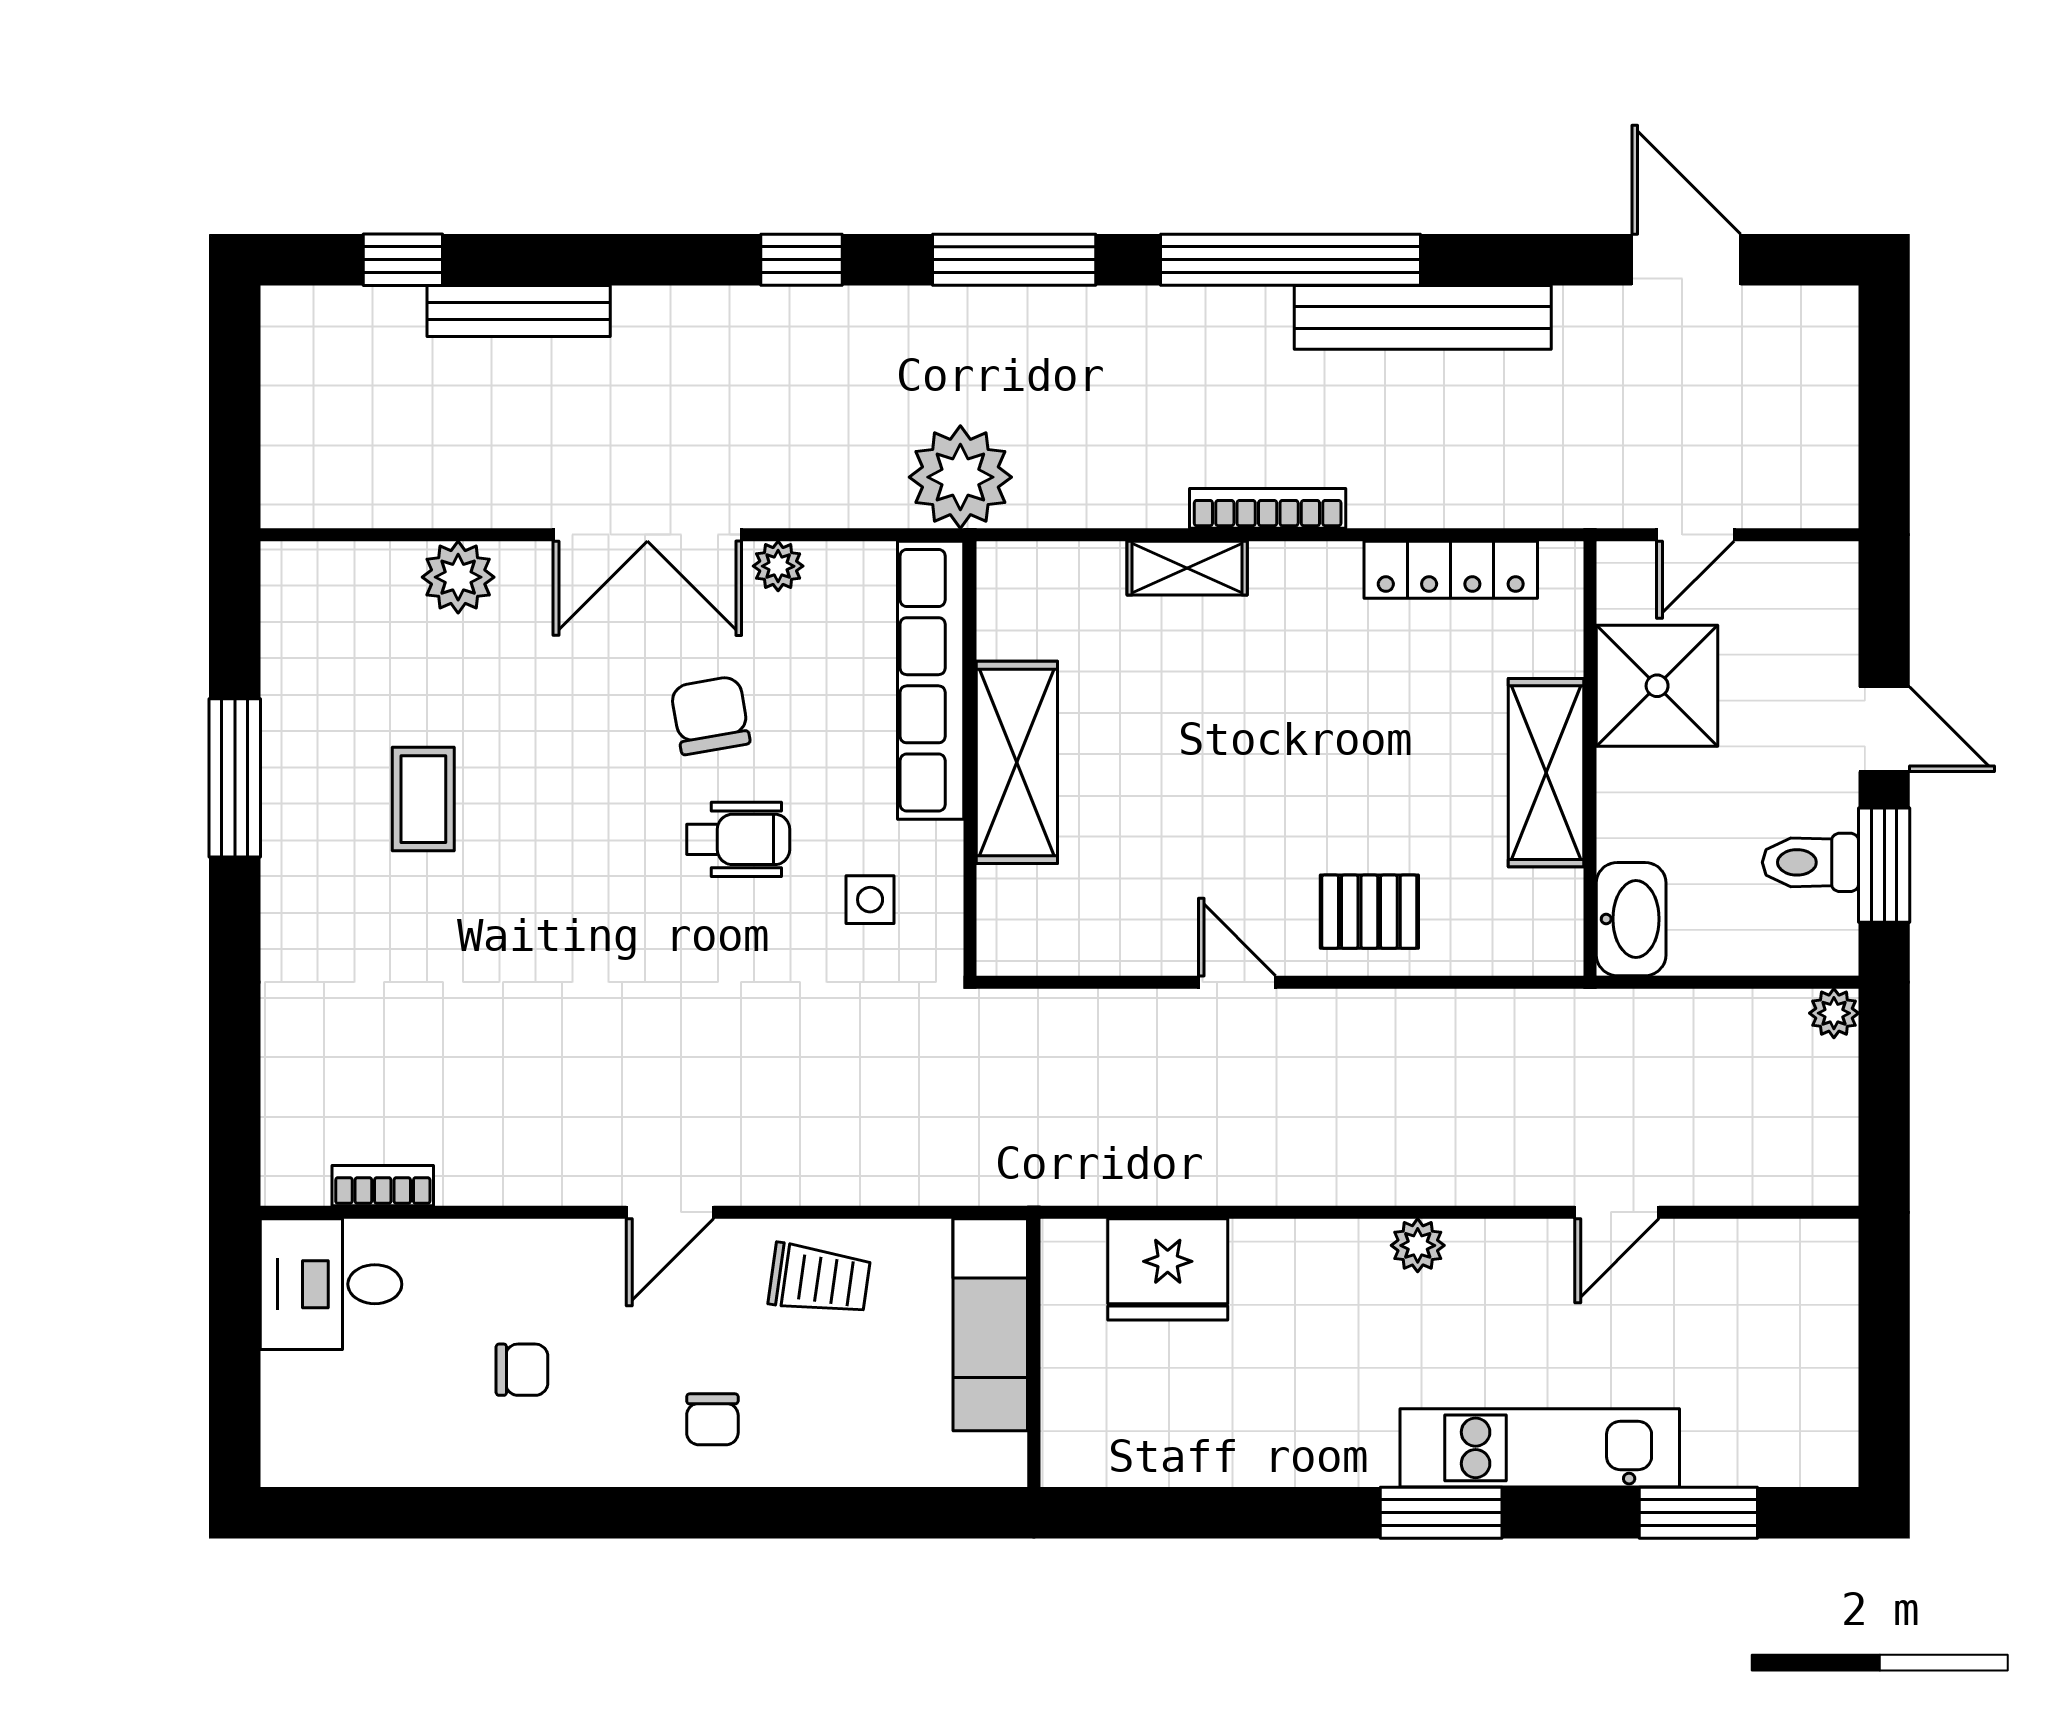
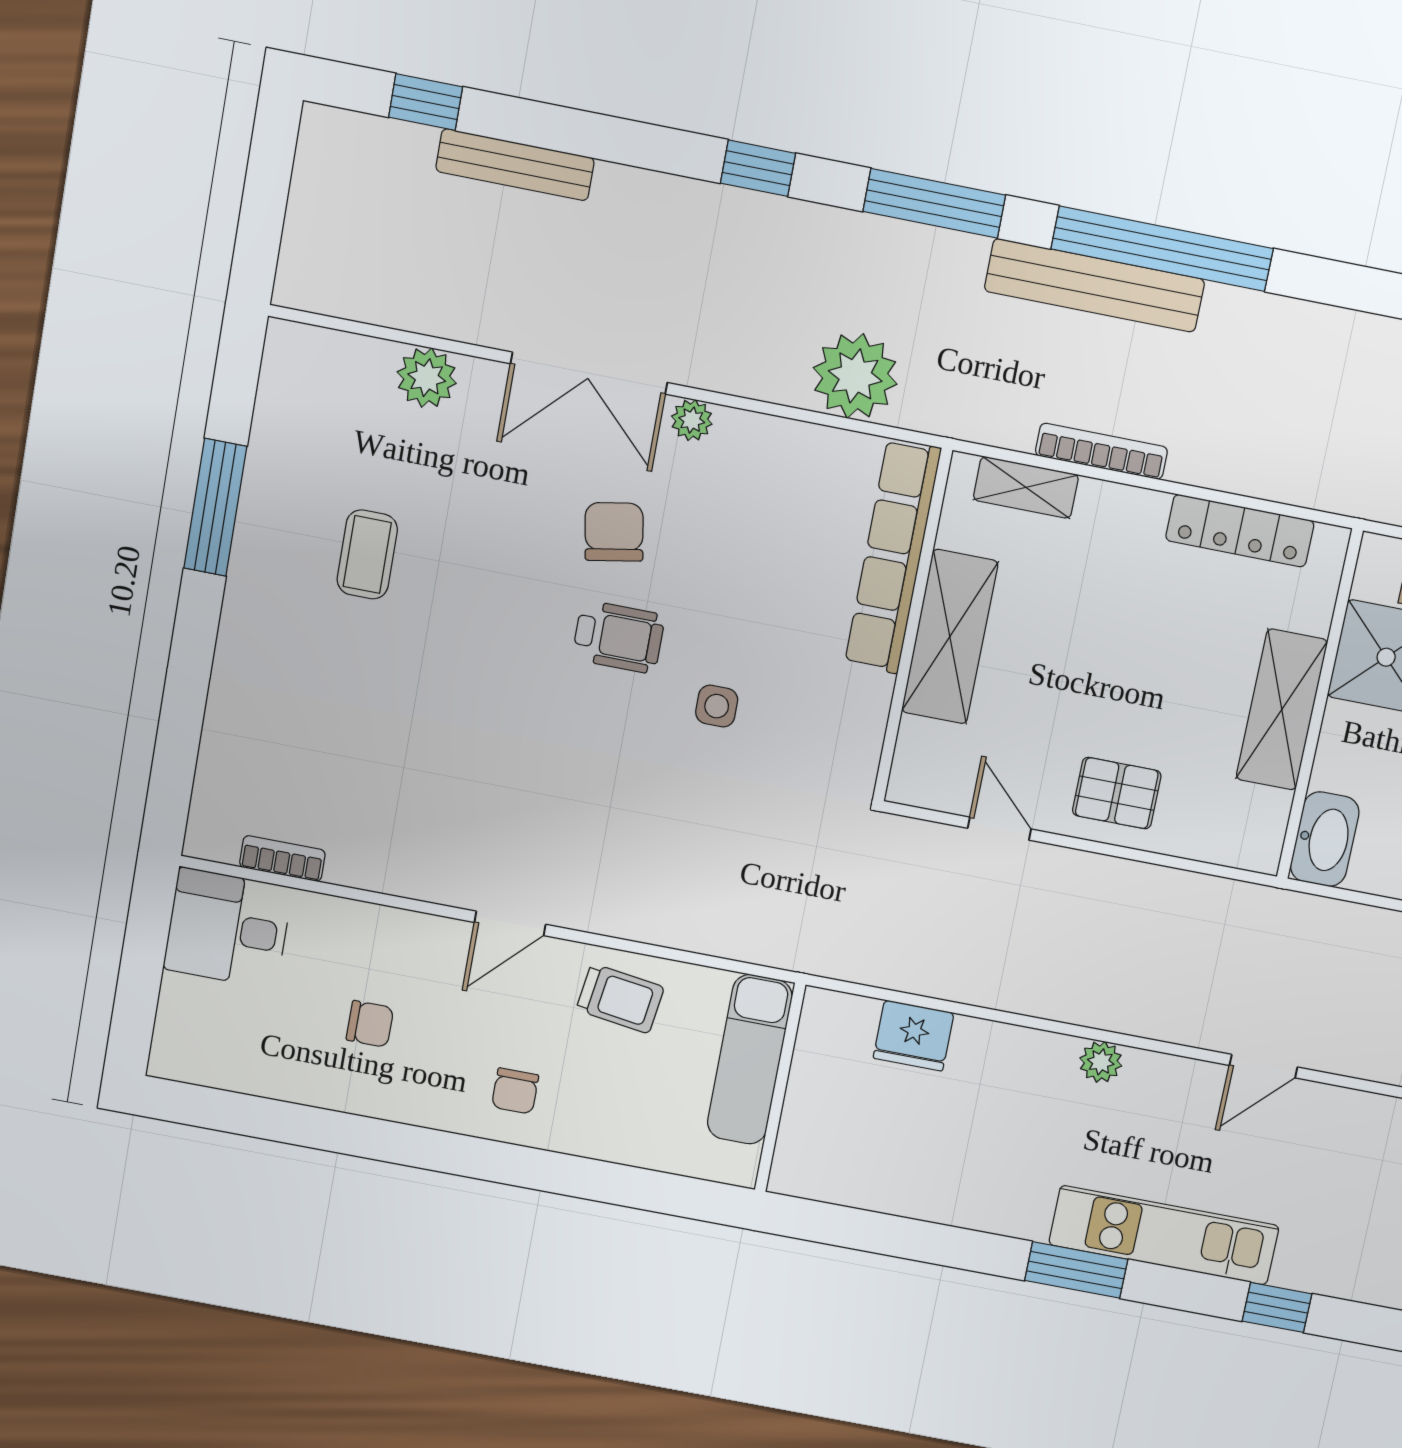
bench: (1423, 317) -> (1094, 285), moved
row of seats: (931, 680) -> (893, 556), moved
wall: (970, 758) -> (912, 626), moved
shelving: (1017, 762) -> (950, 637), moved
fridge: (1168, 1269) -> (914, 1036), width x0.73, depth x0.75
window: (1698, 1513) -> (1277, 1307), width x0.67

